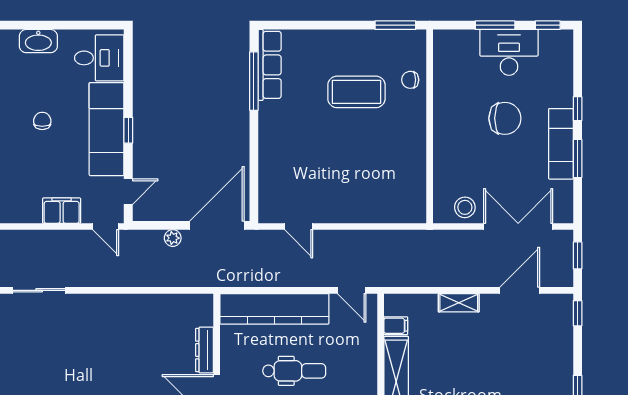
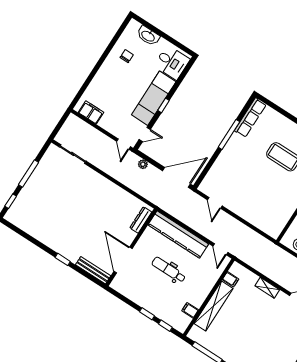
window: (254, 81) -> (229, 134), moved
chair: (42, 121) -> (127, 56), moved
filing cabinet: (62, 211) -> (91, 112), moved
plant: (173, 238) -> (143, 164), moved
dresser: (205, 350) -> (141, 220), moved
dental chair: (294, 371) -> (169, 270), turned 180

